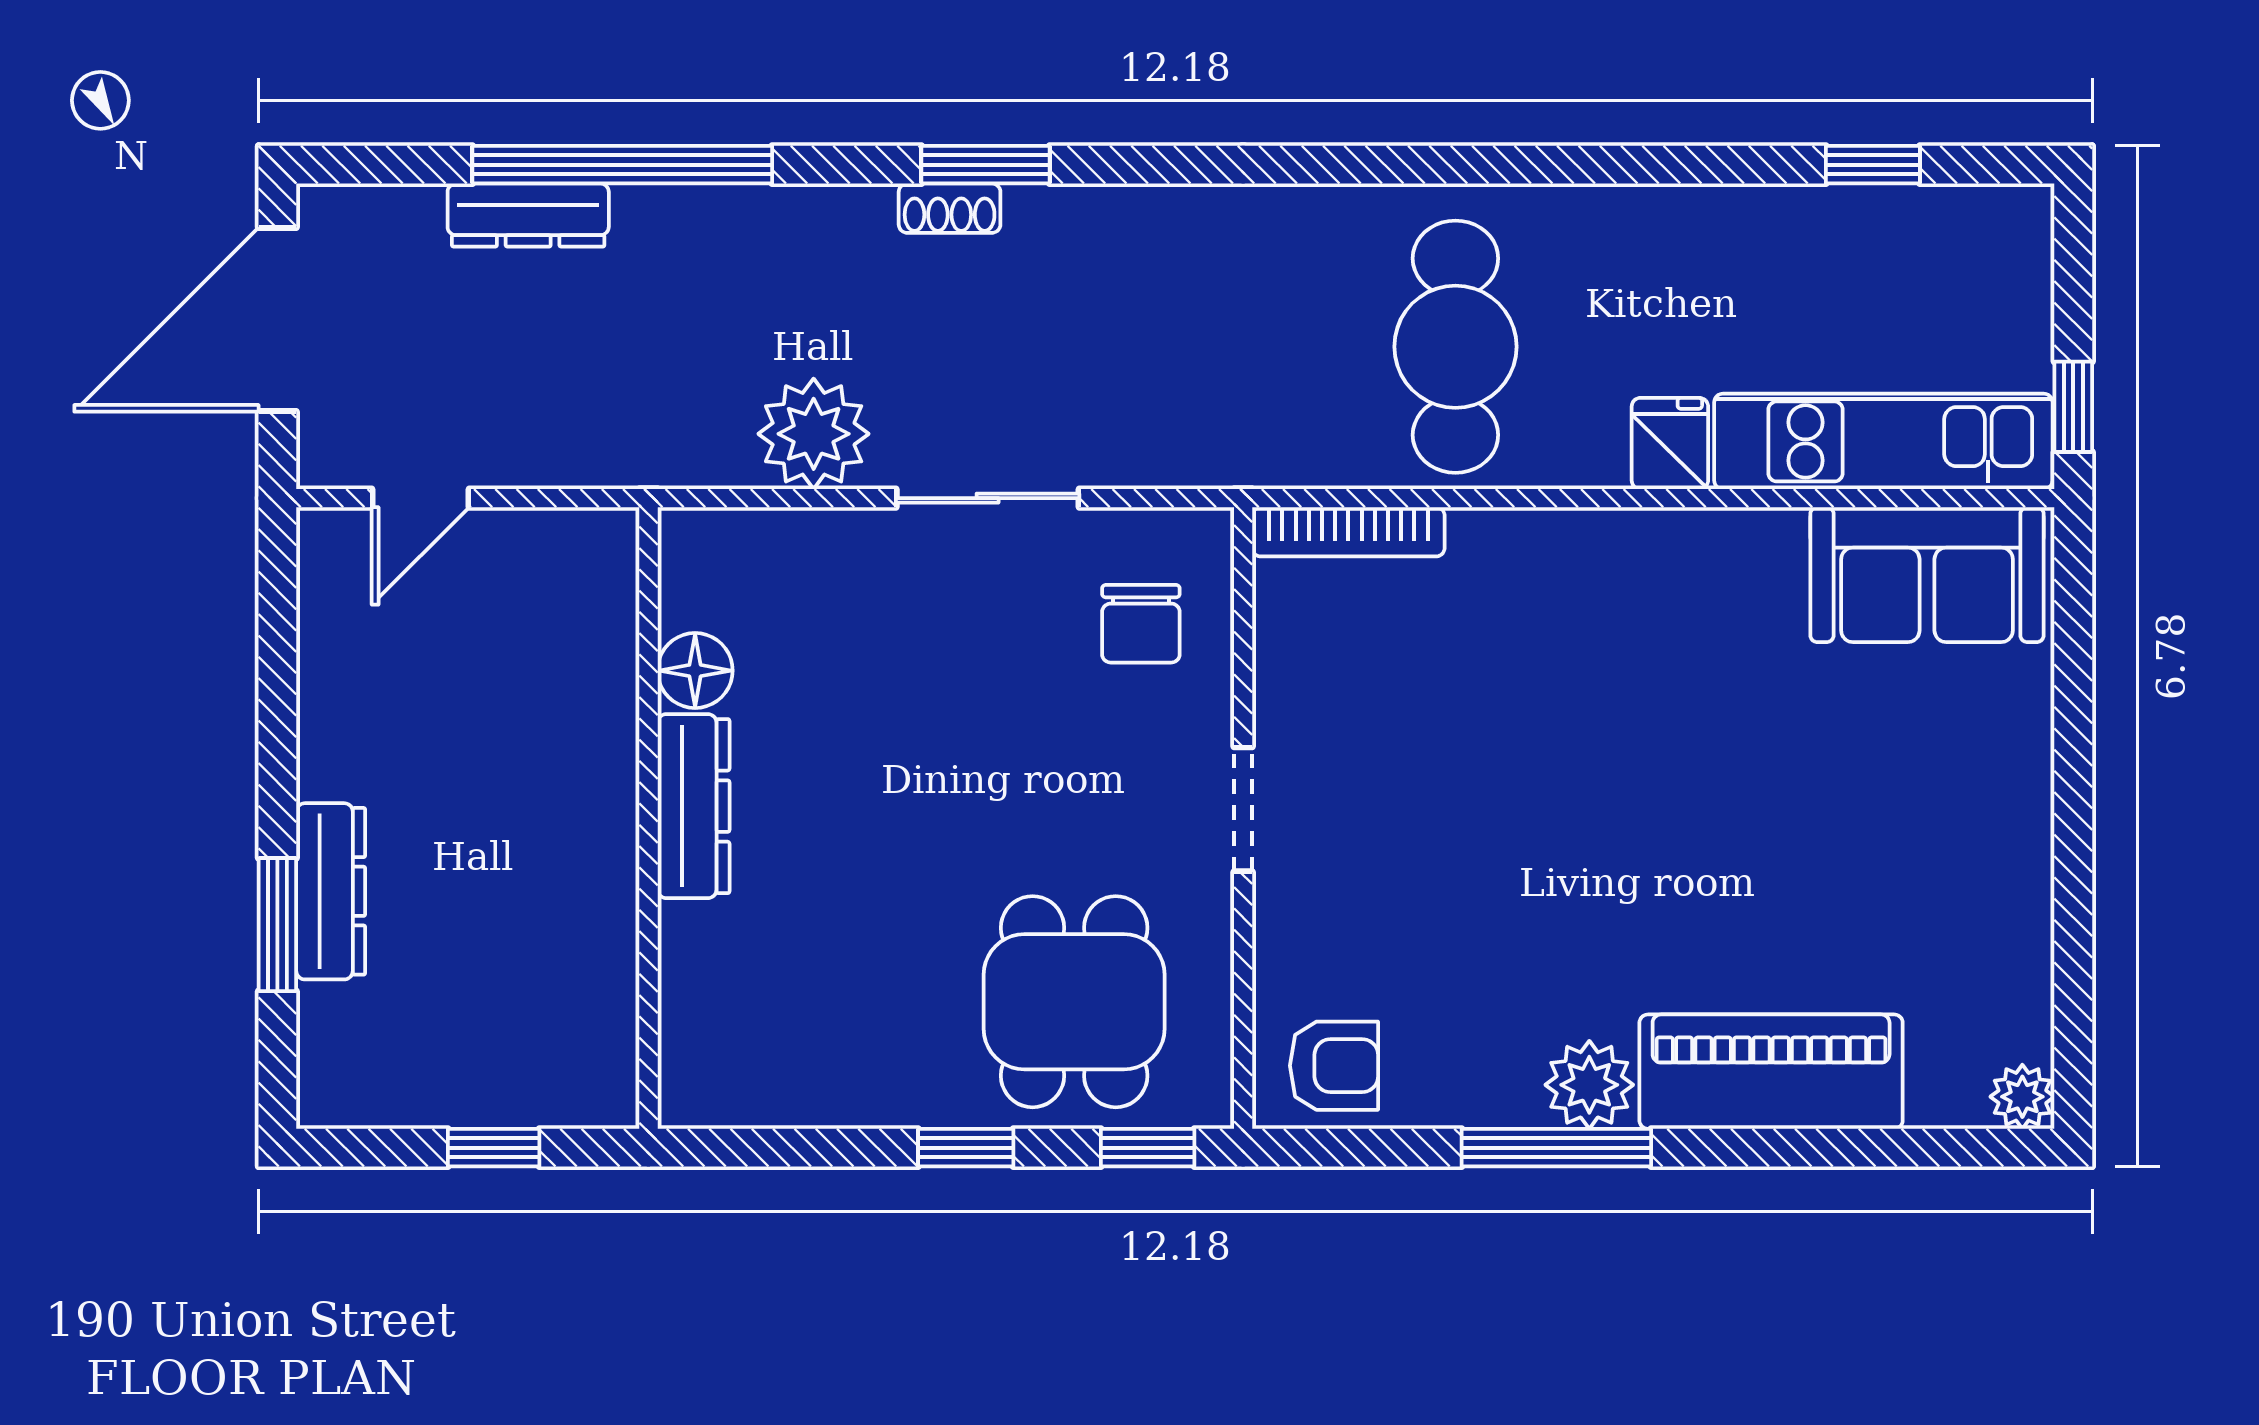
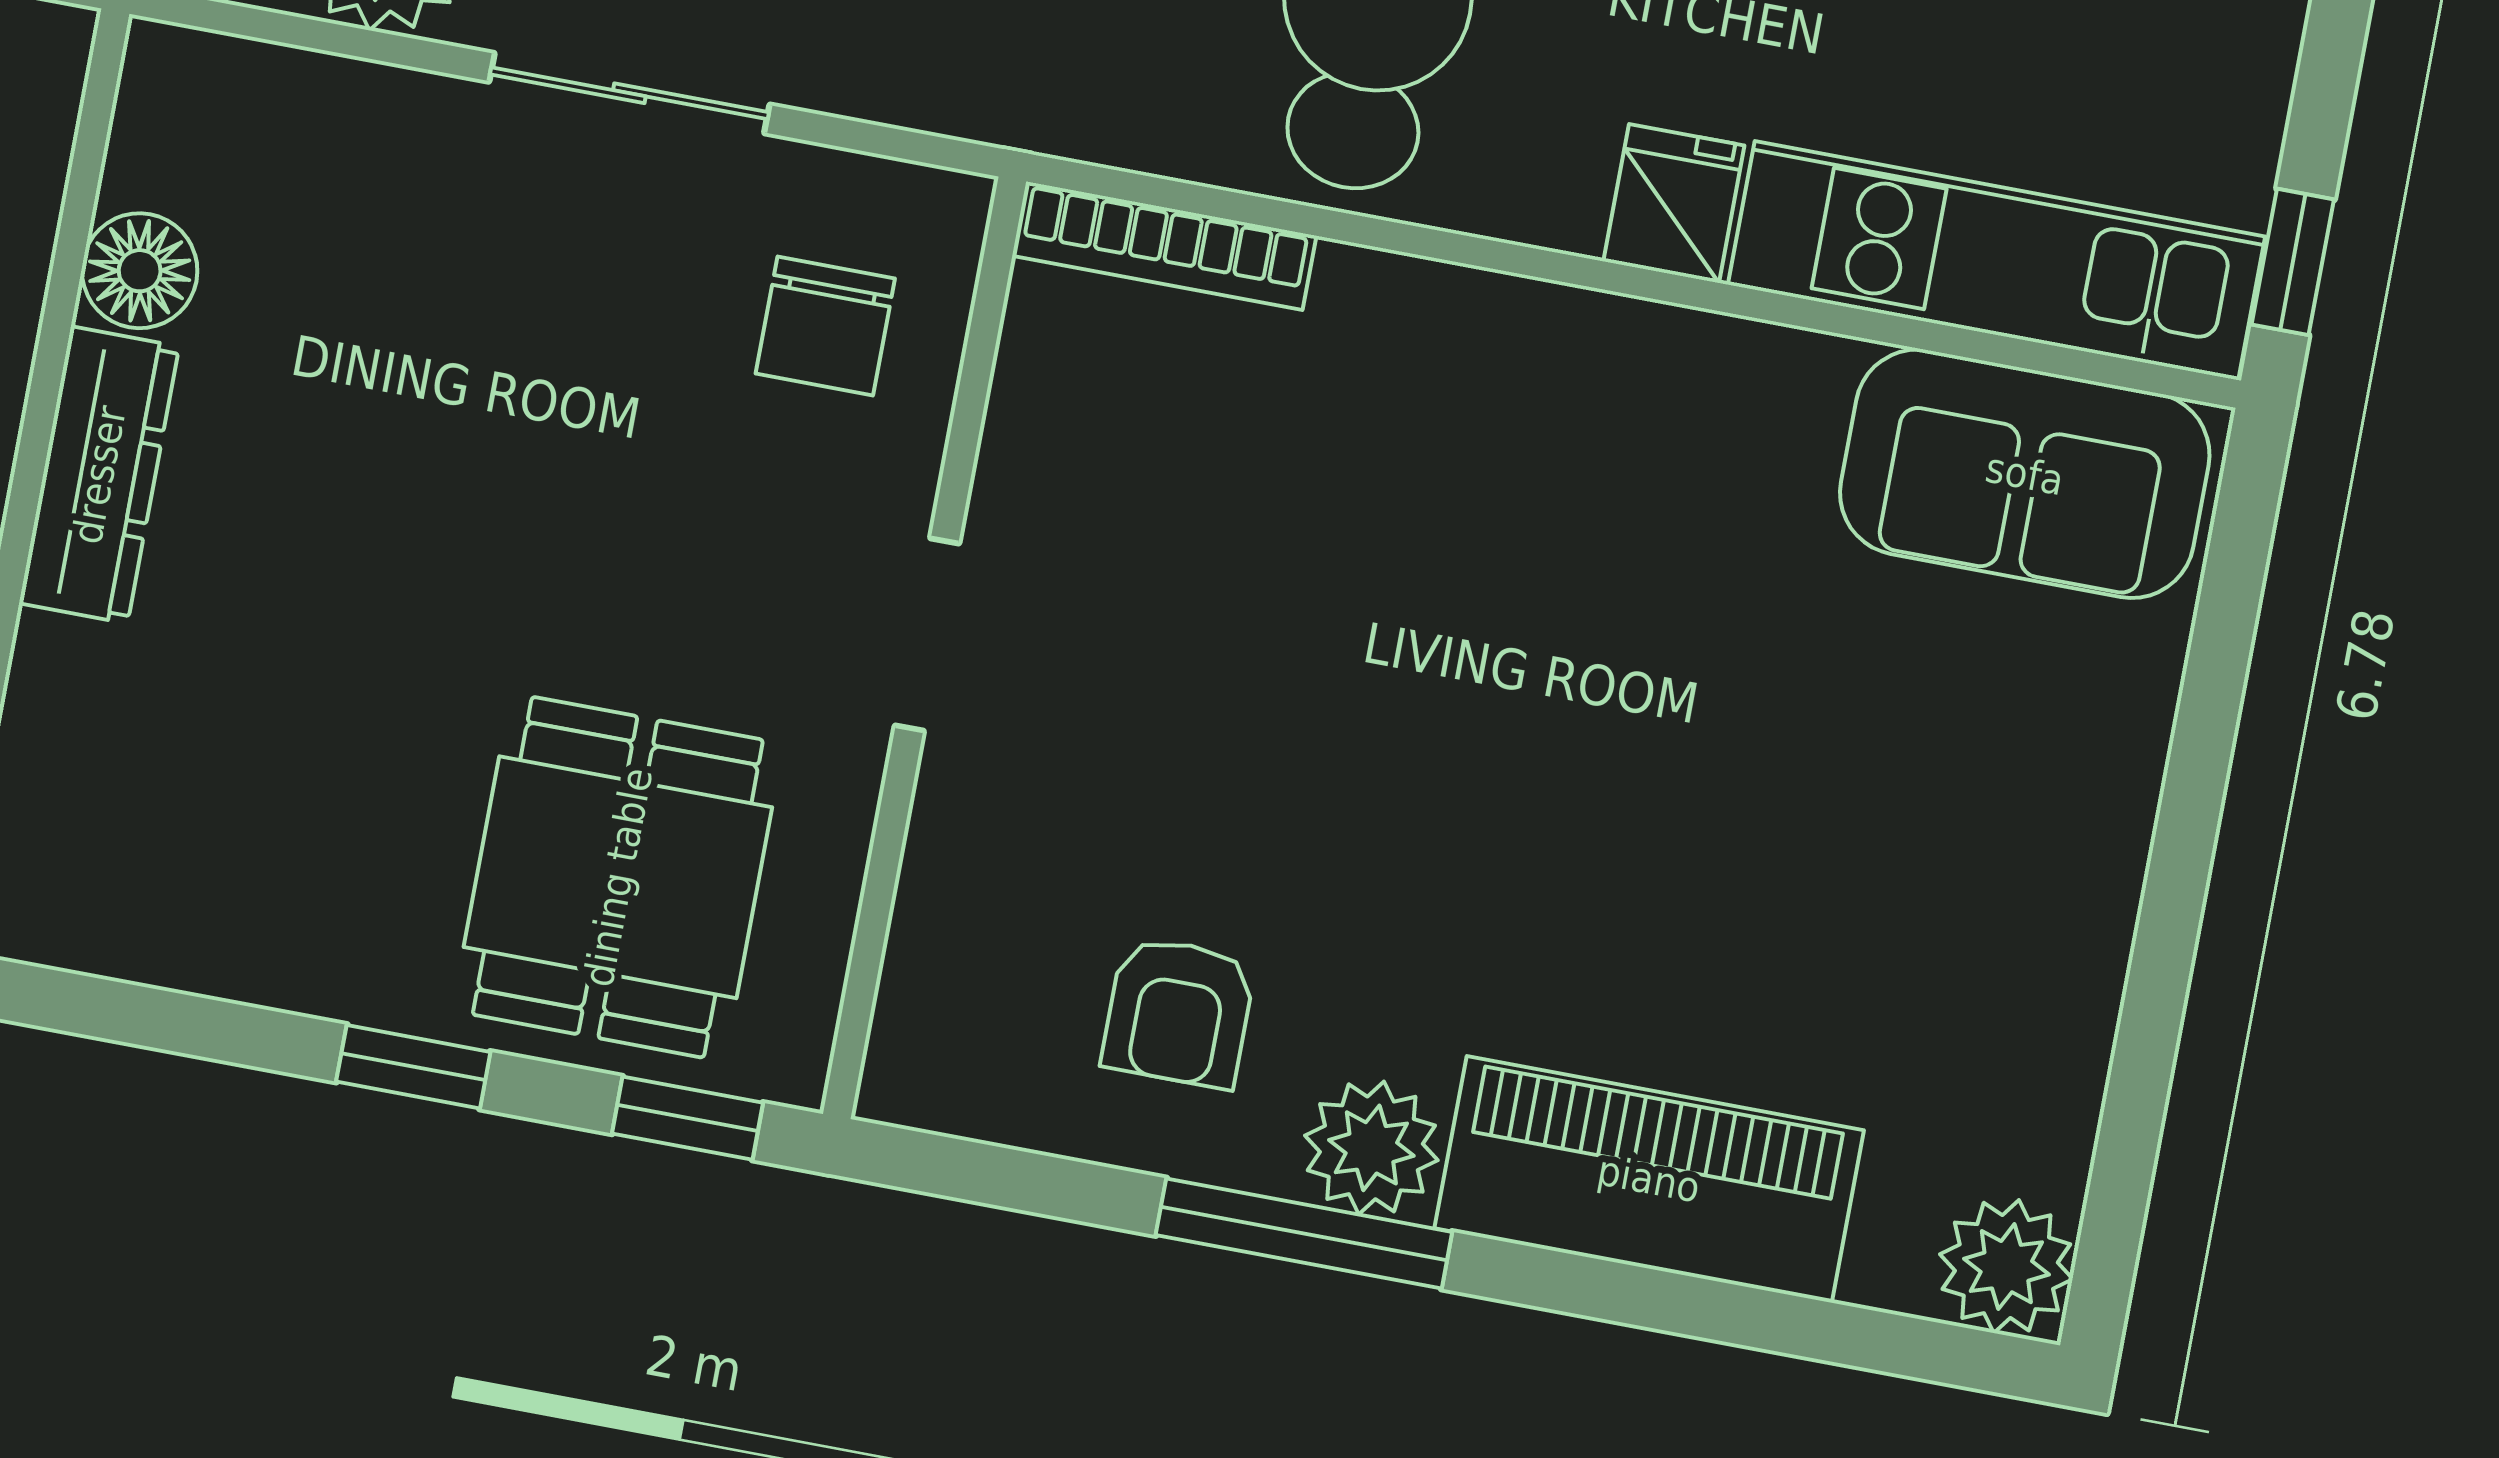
armchair: (1334, 1066) -> (1179, 1012), moved, turned 90
plant: (2022, 1097) -> (2006, 1267), width x1.38, depth x1.38

